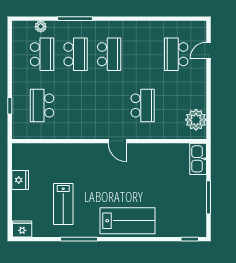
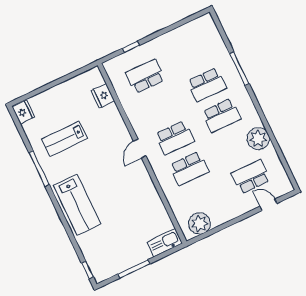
plant: (41, 26) -> (258, 139), moved, width x1.88, depth x1.88
school desk: (42, 54) -> (175, 138), moved
door: (117, 141) -> (140, 149), moved
fridge: (20, 180) -> (103, 96), moved, turned 90

